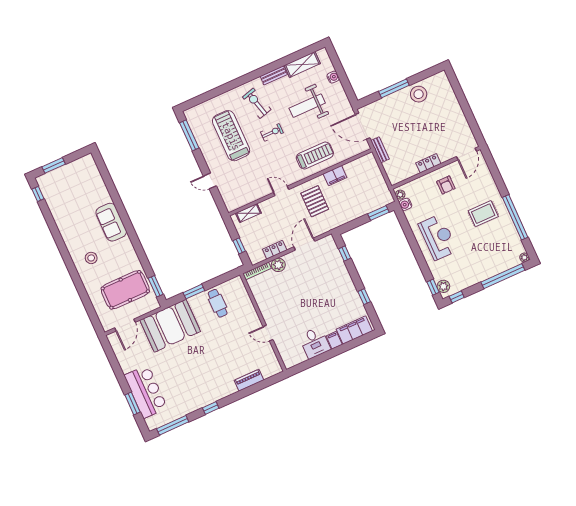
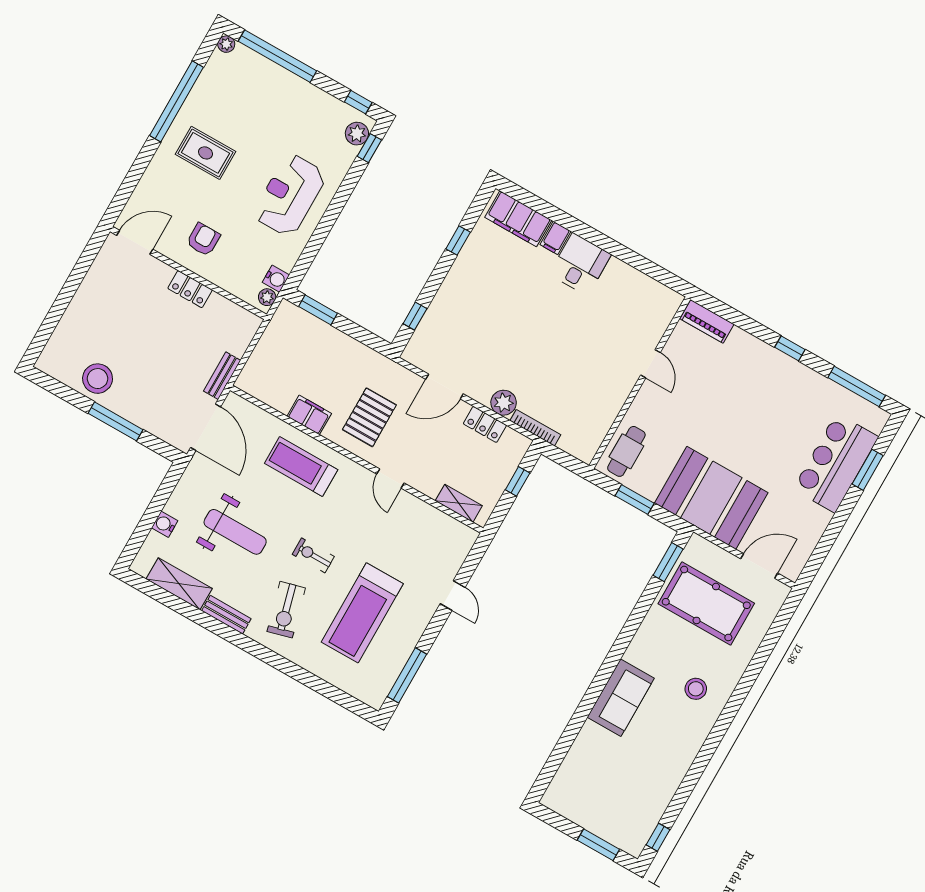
wall: (263, 322) -> (640, 383), moved
door: (268, 333) -> (650, 364), moved

